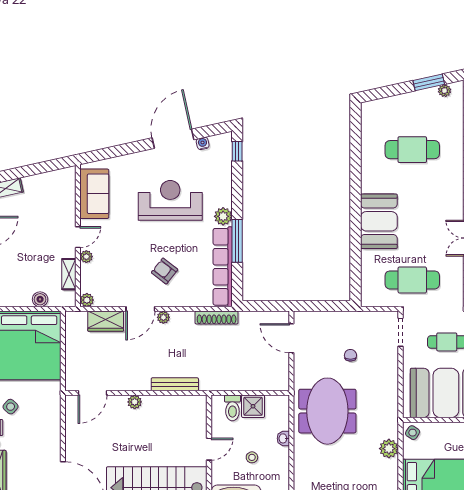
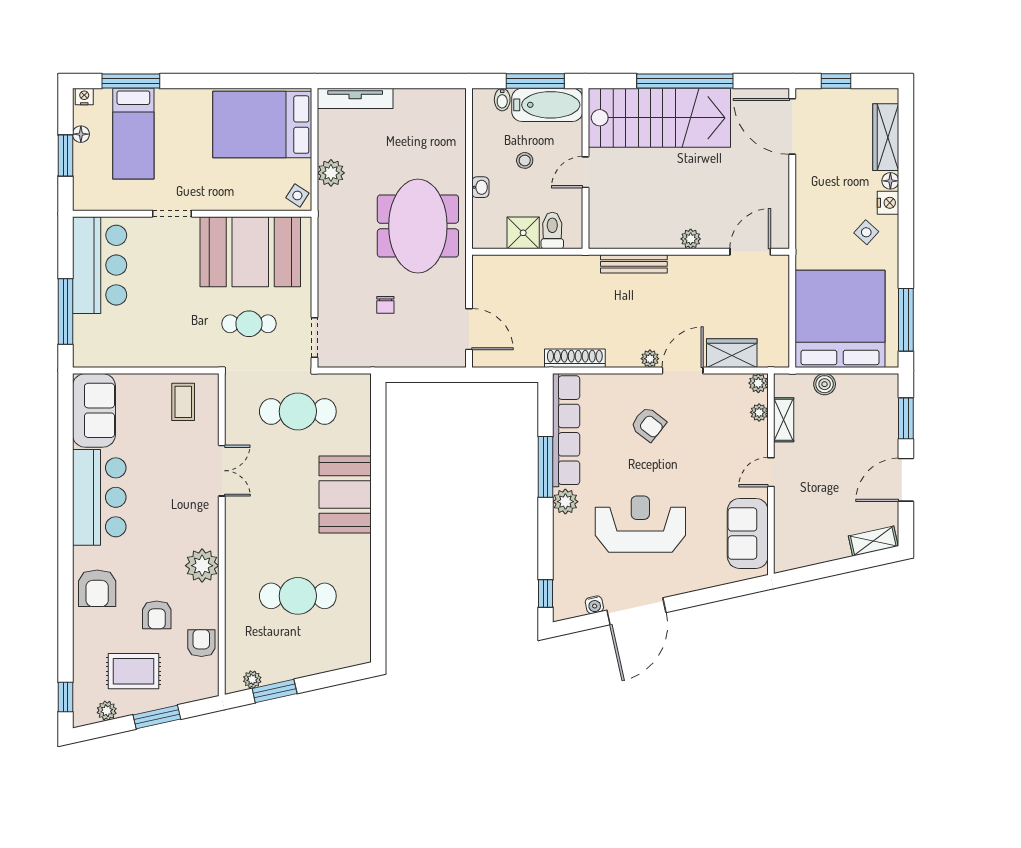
reception desk: (170, 200) -> (640, 524), turned 180
plant: (86, 257) -> (759, 412), moved

